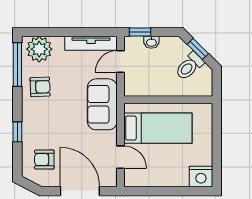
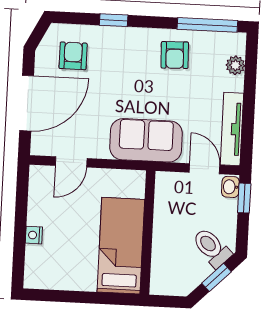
washbasin: (151, 42) -> (230, 187), moved
plant: (39, 49) -> (235, 65), width x0.53, depth x0.53
toilet: (189, 66) -> (212, 248), moved
bed: (158, 128) -> (121, 246), moved, turned 180
nightstand: (201, 177) -> (34, 235), moved, width x0.53, depth x0.56

